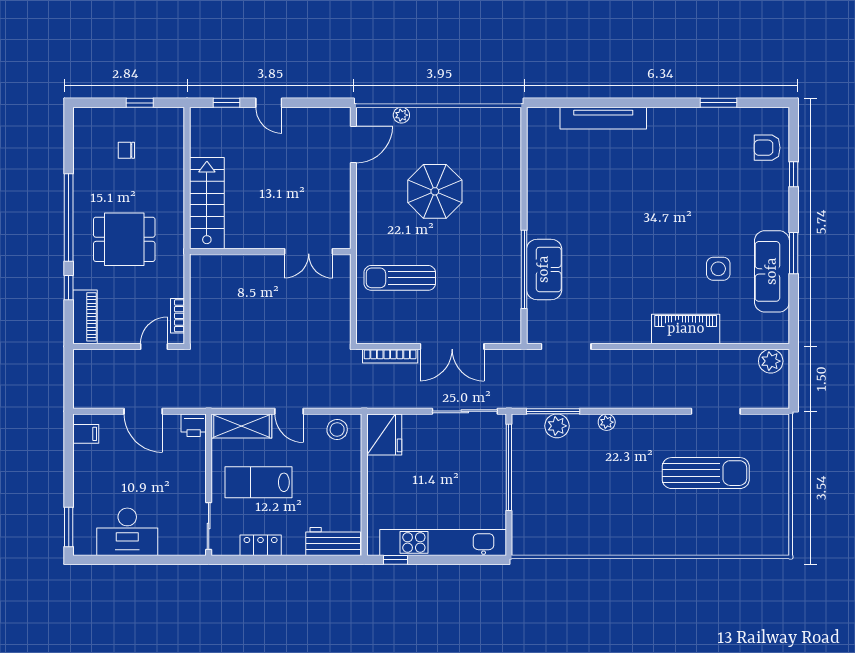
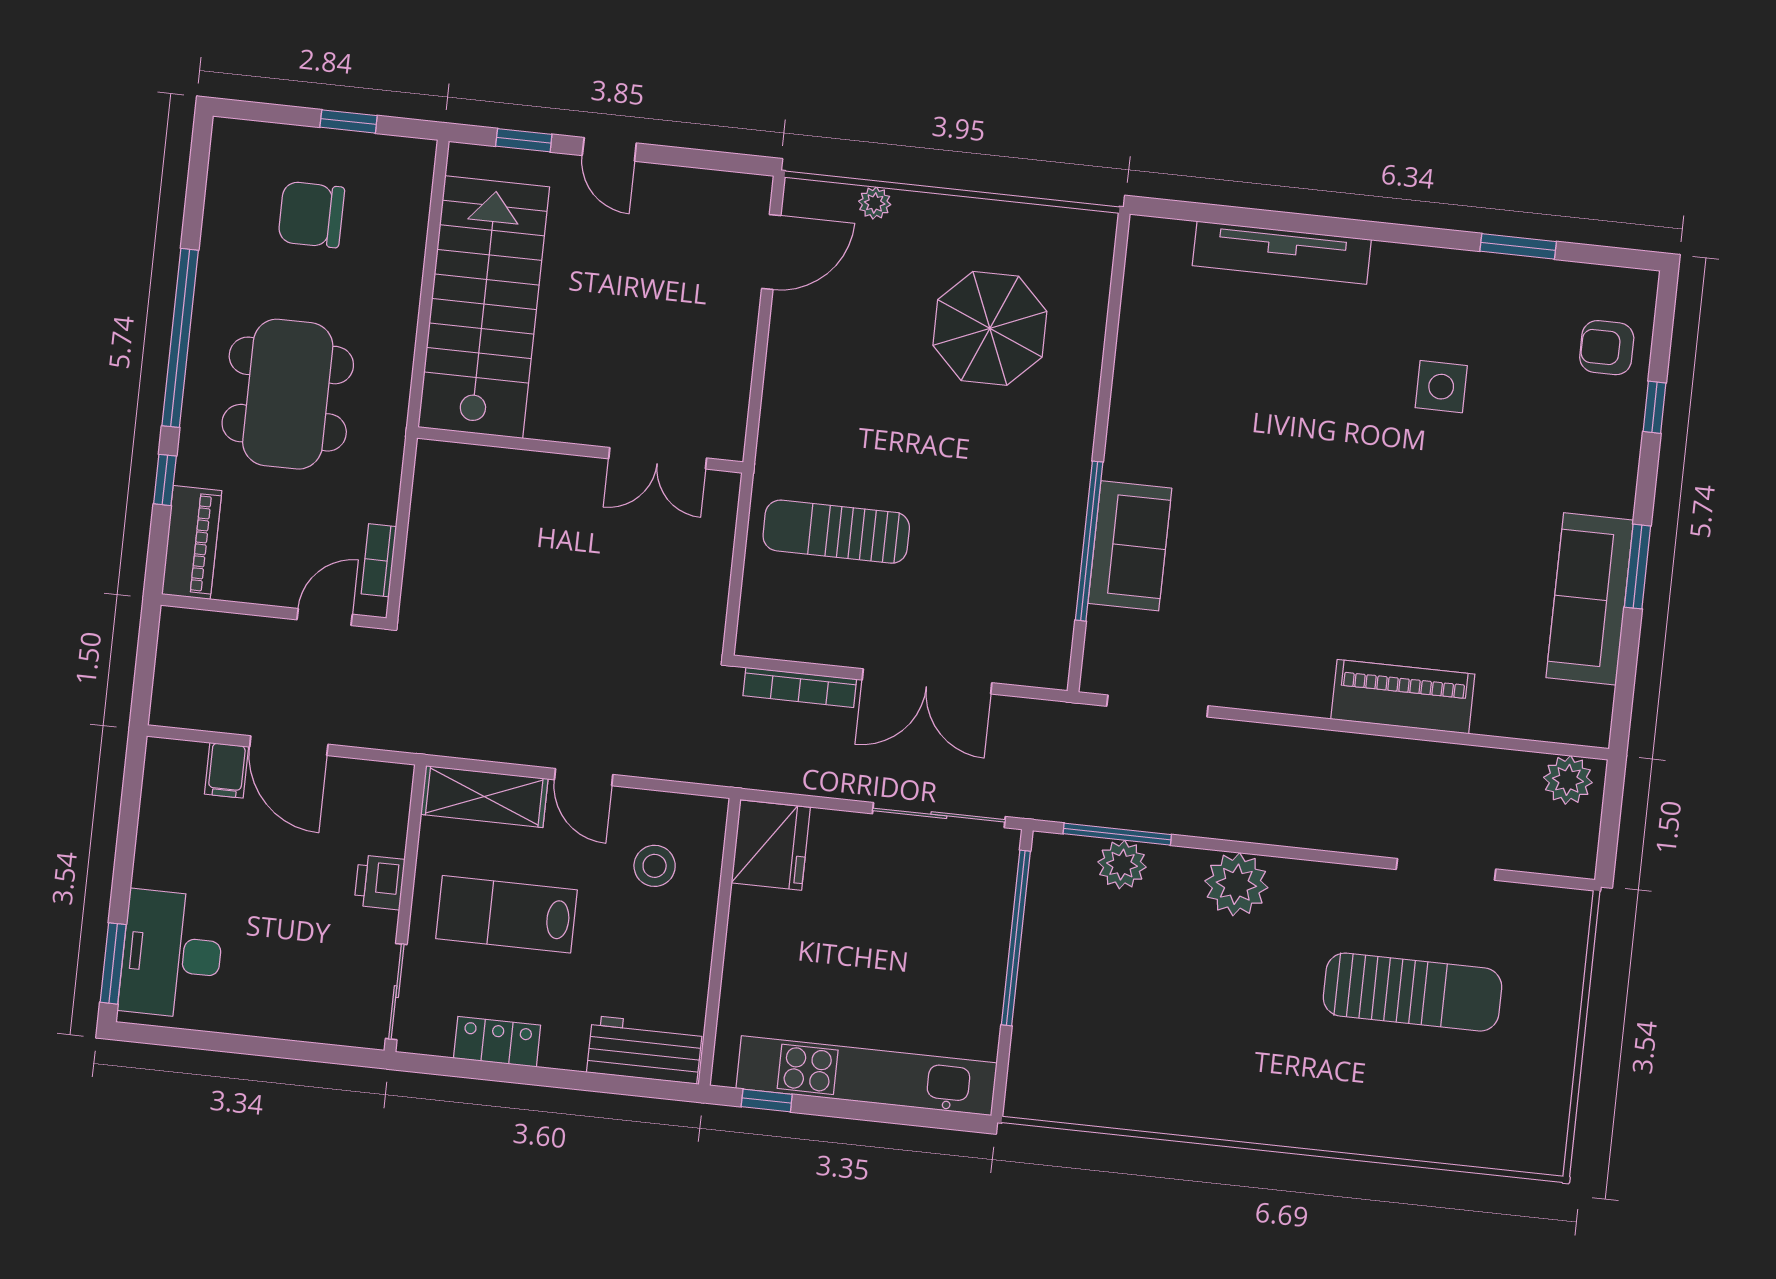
chair: (126, 150) -> (311, 215), width x1.87, depth x1.87
parasol: (435, 191) -> (990, 328), moved
stairs: (207, 203) -> (484, 307), width x1.36, depth x1.51
dining table: (124, 239) -> (288, 394), width x1.38
side table: (718, 269) -> (1441, 387), moved
plant: (607, 422) -> (1236, 884), width x1.88, depth x1.88
printer: (194, 425) -> (379, 882), moved, turned 90
stool: (337, 429) -> (655, 866), moved
filing cabinet: (86, 434) -> (227, 770), moved, turned 90
desk: (127, 532) -> (172, 954), moved, turned 90

